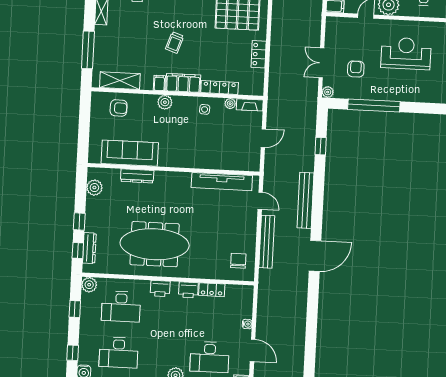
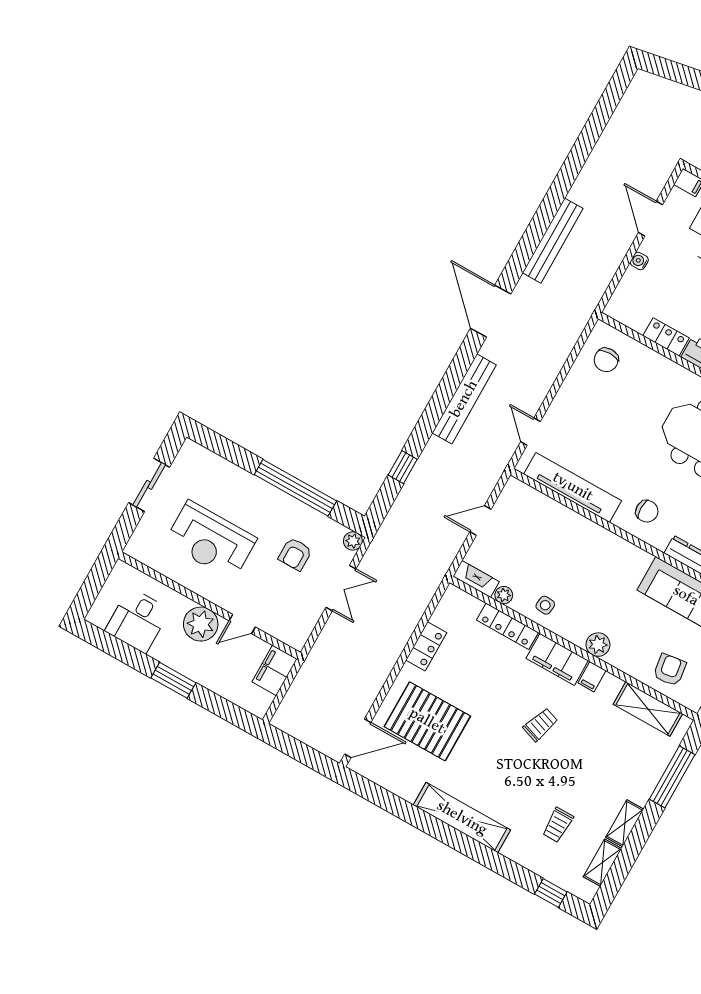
armchair: (119, 108) -> (670, 670), turned 81
chair: (175, 189) -> (647, 511), added
bench: (267, 242) -> (553, 241), moved
door: (315, 256) -> (491, 311), hinge flipped

